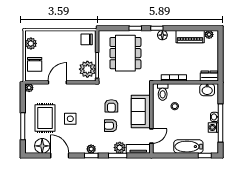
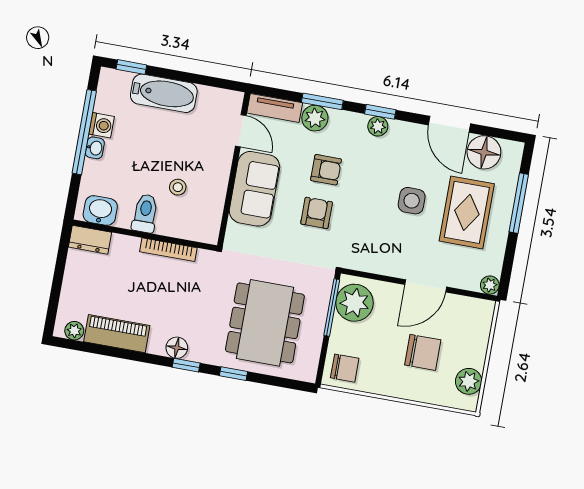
chair: (35, 64) -> (423, 352), moved, turned 90
toilet: (163, 92) -> (145, 213), moved
door: (151, 136) -> (241, 131), swing flipped

